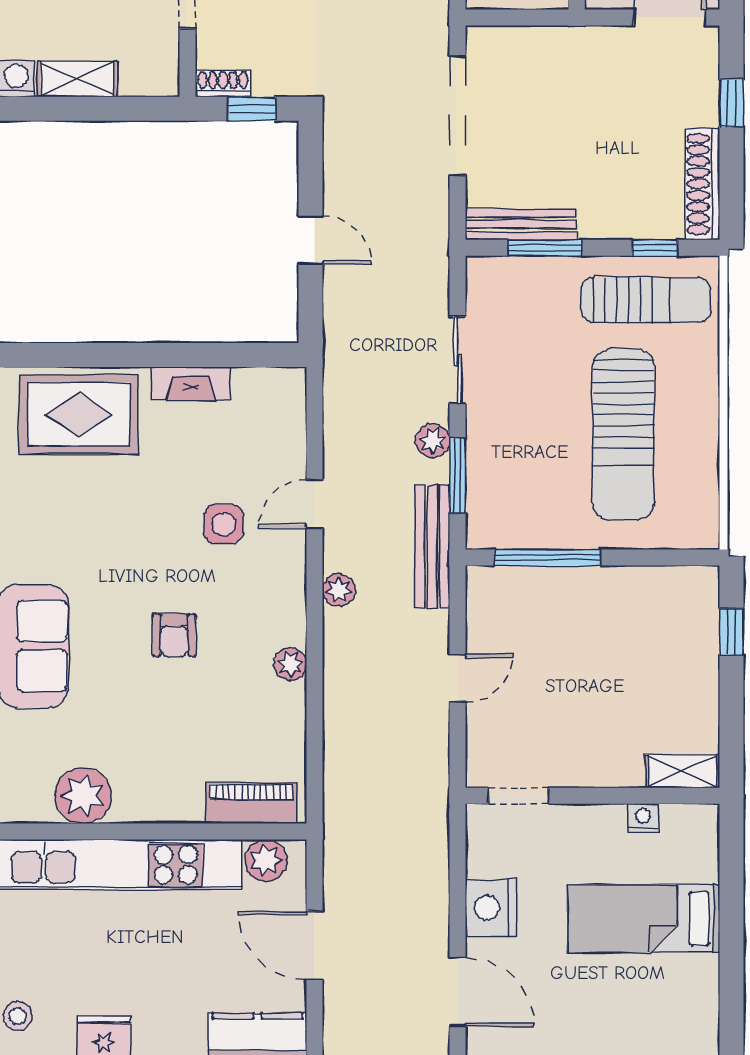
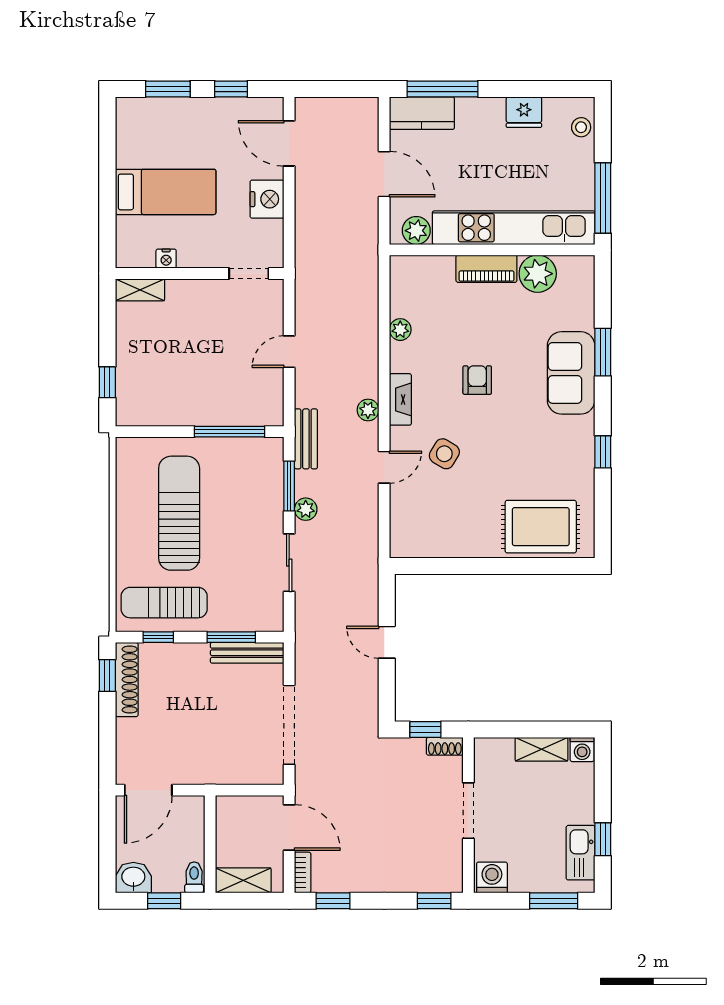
window: (731, 103) -> (107, 676), moved
fireplace: (191, 383) -> (400, 399), moved, turned 90
side table: (224, 524) -> (444, 454), turned 31
bench: (432, 547) -> (306, 439), width x0.73
plant: (290, 664) -> (400, 330), moved
piano: (251, 803) -> (486, 269), moved

